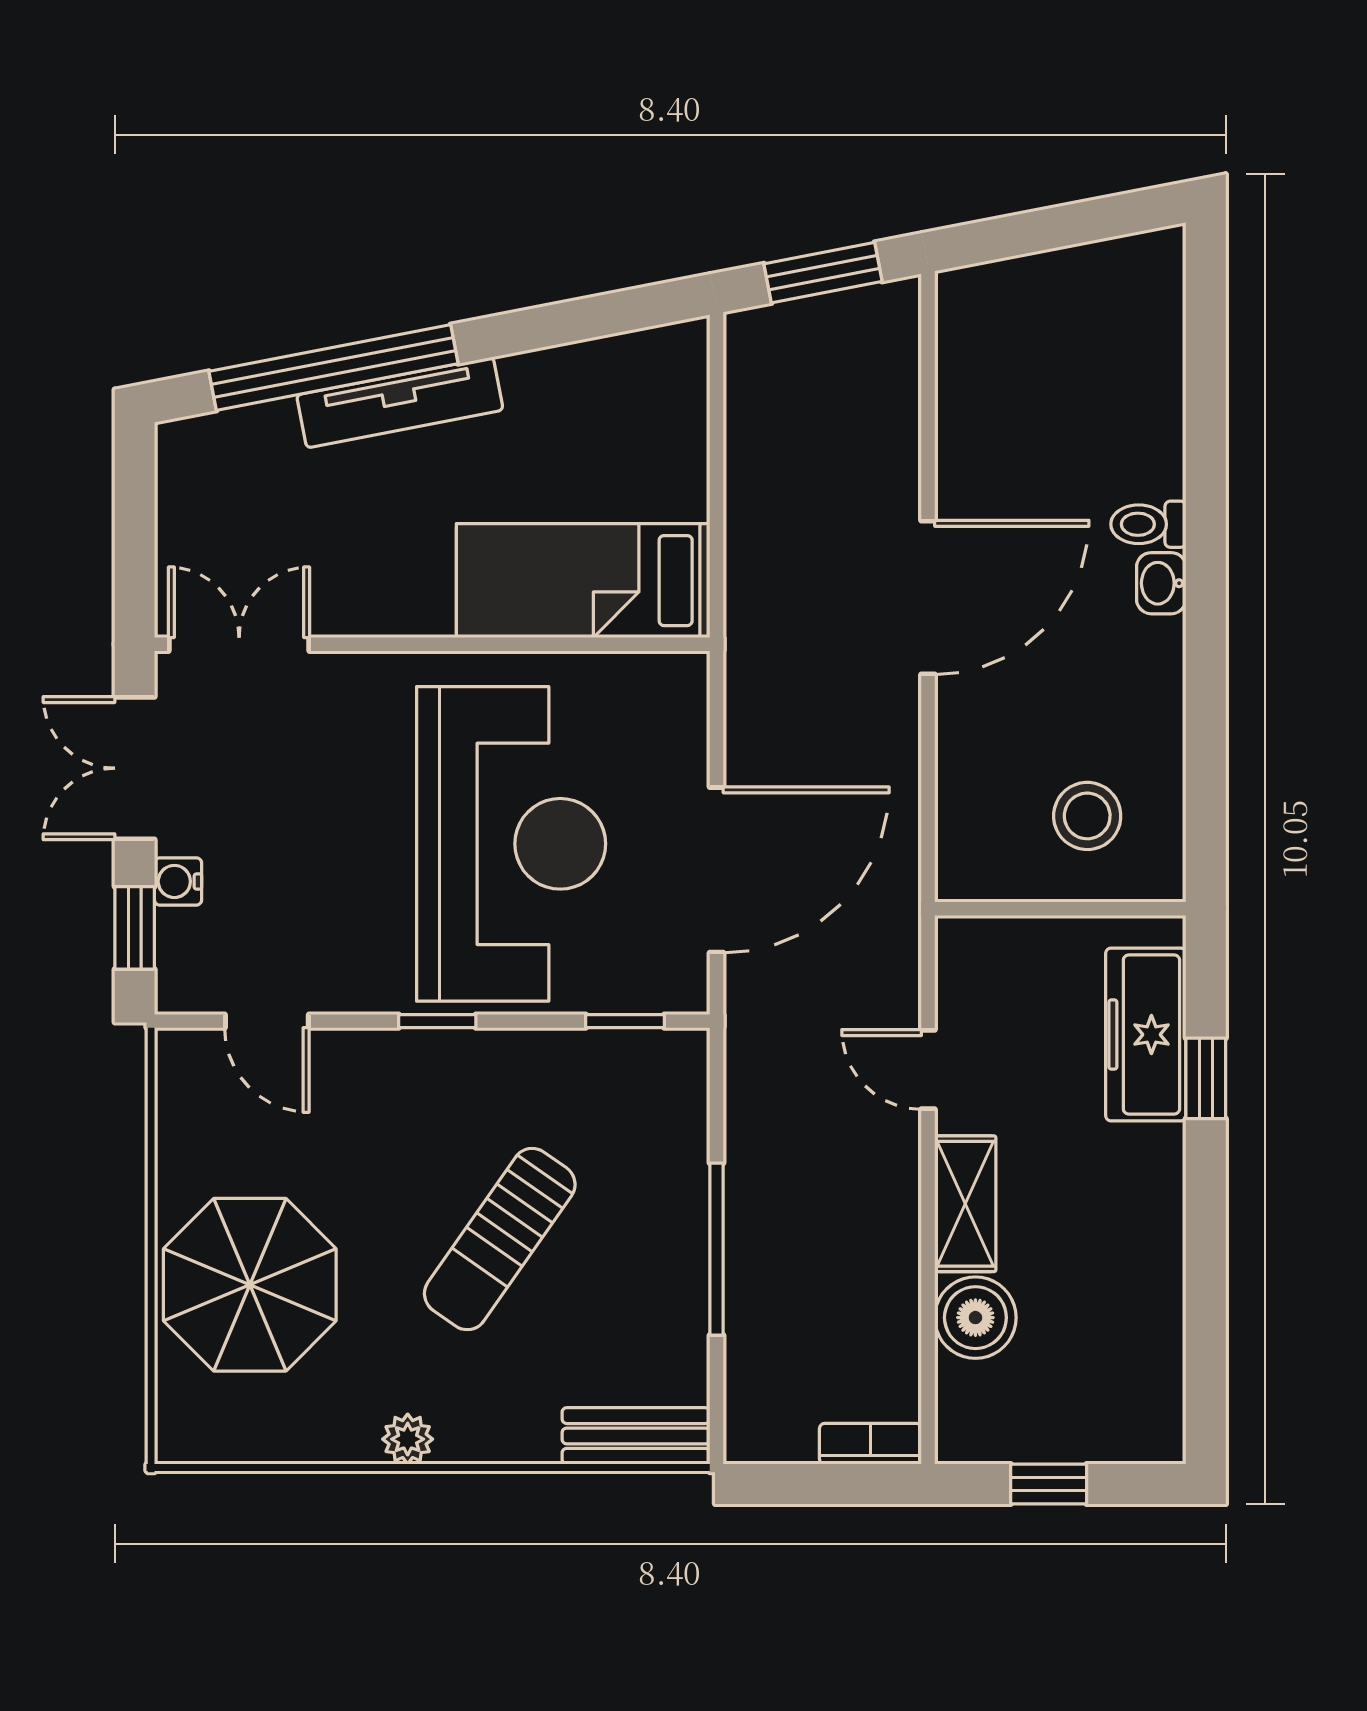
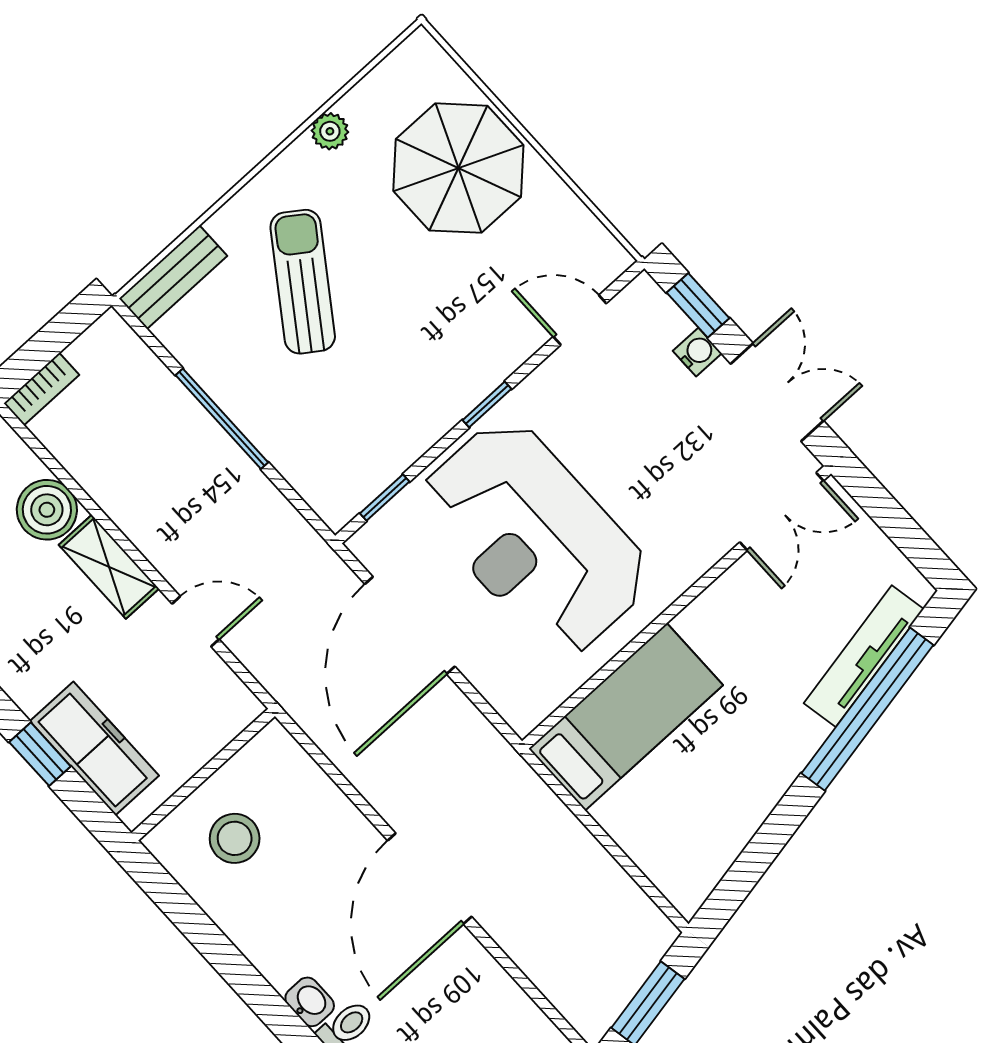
tv unit: (400, 402) -> (864, 656), moved
sun lounger: (500, 1239) -> (303, 282), moved
plant: (408, 1439) -> (330, 131), moved

